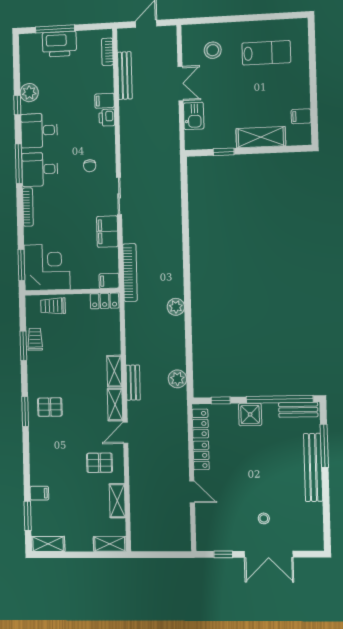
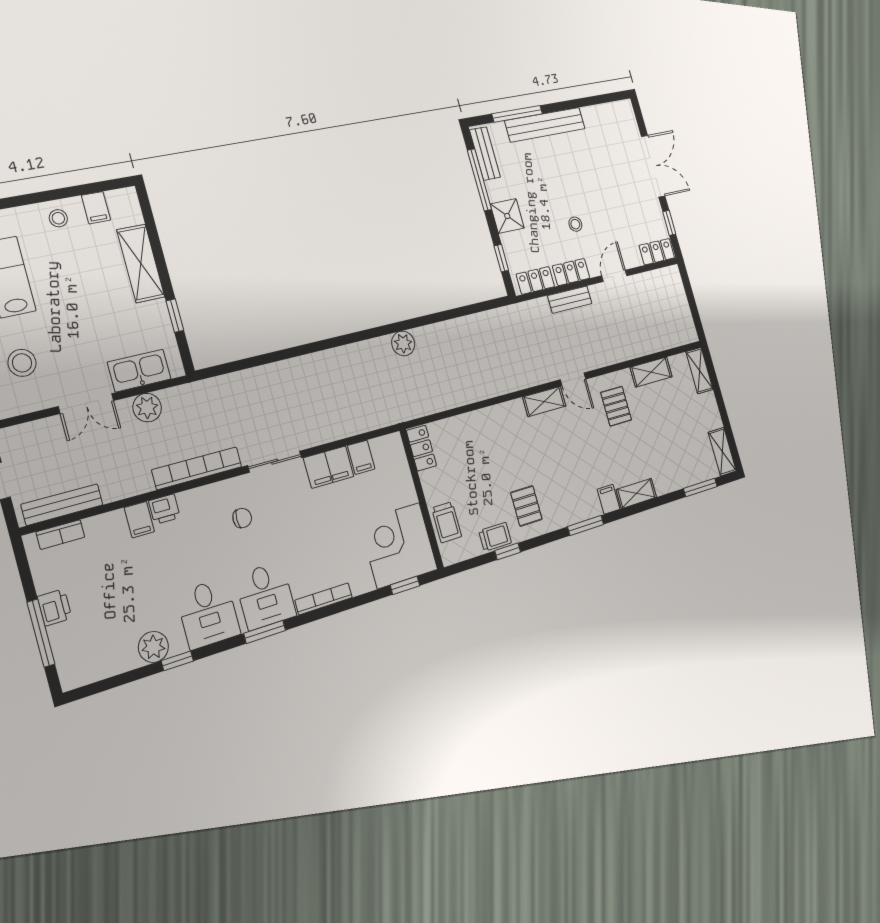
printer: (59, 44) -> (55, 607), width x0.53, depth x0.68
bench: (125, 76) -> (62, 505), moved
double door: (181, 84) -> (86, 403), swing flipped
stool: (298, 91) -> (58, 218), added
kitchen sink: (194, 116) -> (139, 371), width x1.38
window: (19, 164) -> (265, 632), width x0.69
window: (21, 265) -> (405, 585), width x0.67
bookcase: (130, 273) -> (197, 468), moved
filing cabinet: (109, 281) -> (361, 457), moved
trolley: (35, 339) -> (495, 537), turned 180
window: (23, 346) -> (508, 551), width x0.67
shelving: (114, 371) -> (636, 493), moved
plant: (177, 379) -> (147, 408), moved
bench: (133, 383) -> (570, 300), moved
window: (280, 399) -> (479, 180), width x0.68
pallet: (50, 407) -> (526, 506), moved
filing cabinet: (39, 493) -> (609, 499), moved
stool: (264, 518) -> (575, 224), moved
locker: (204, 536) -> (657, 252), added

